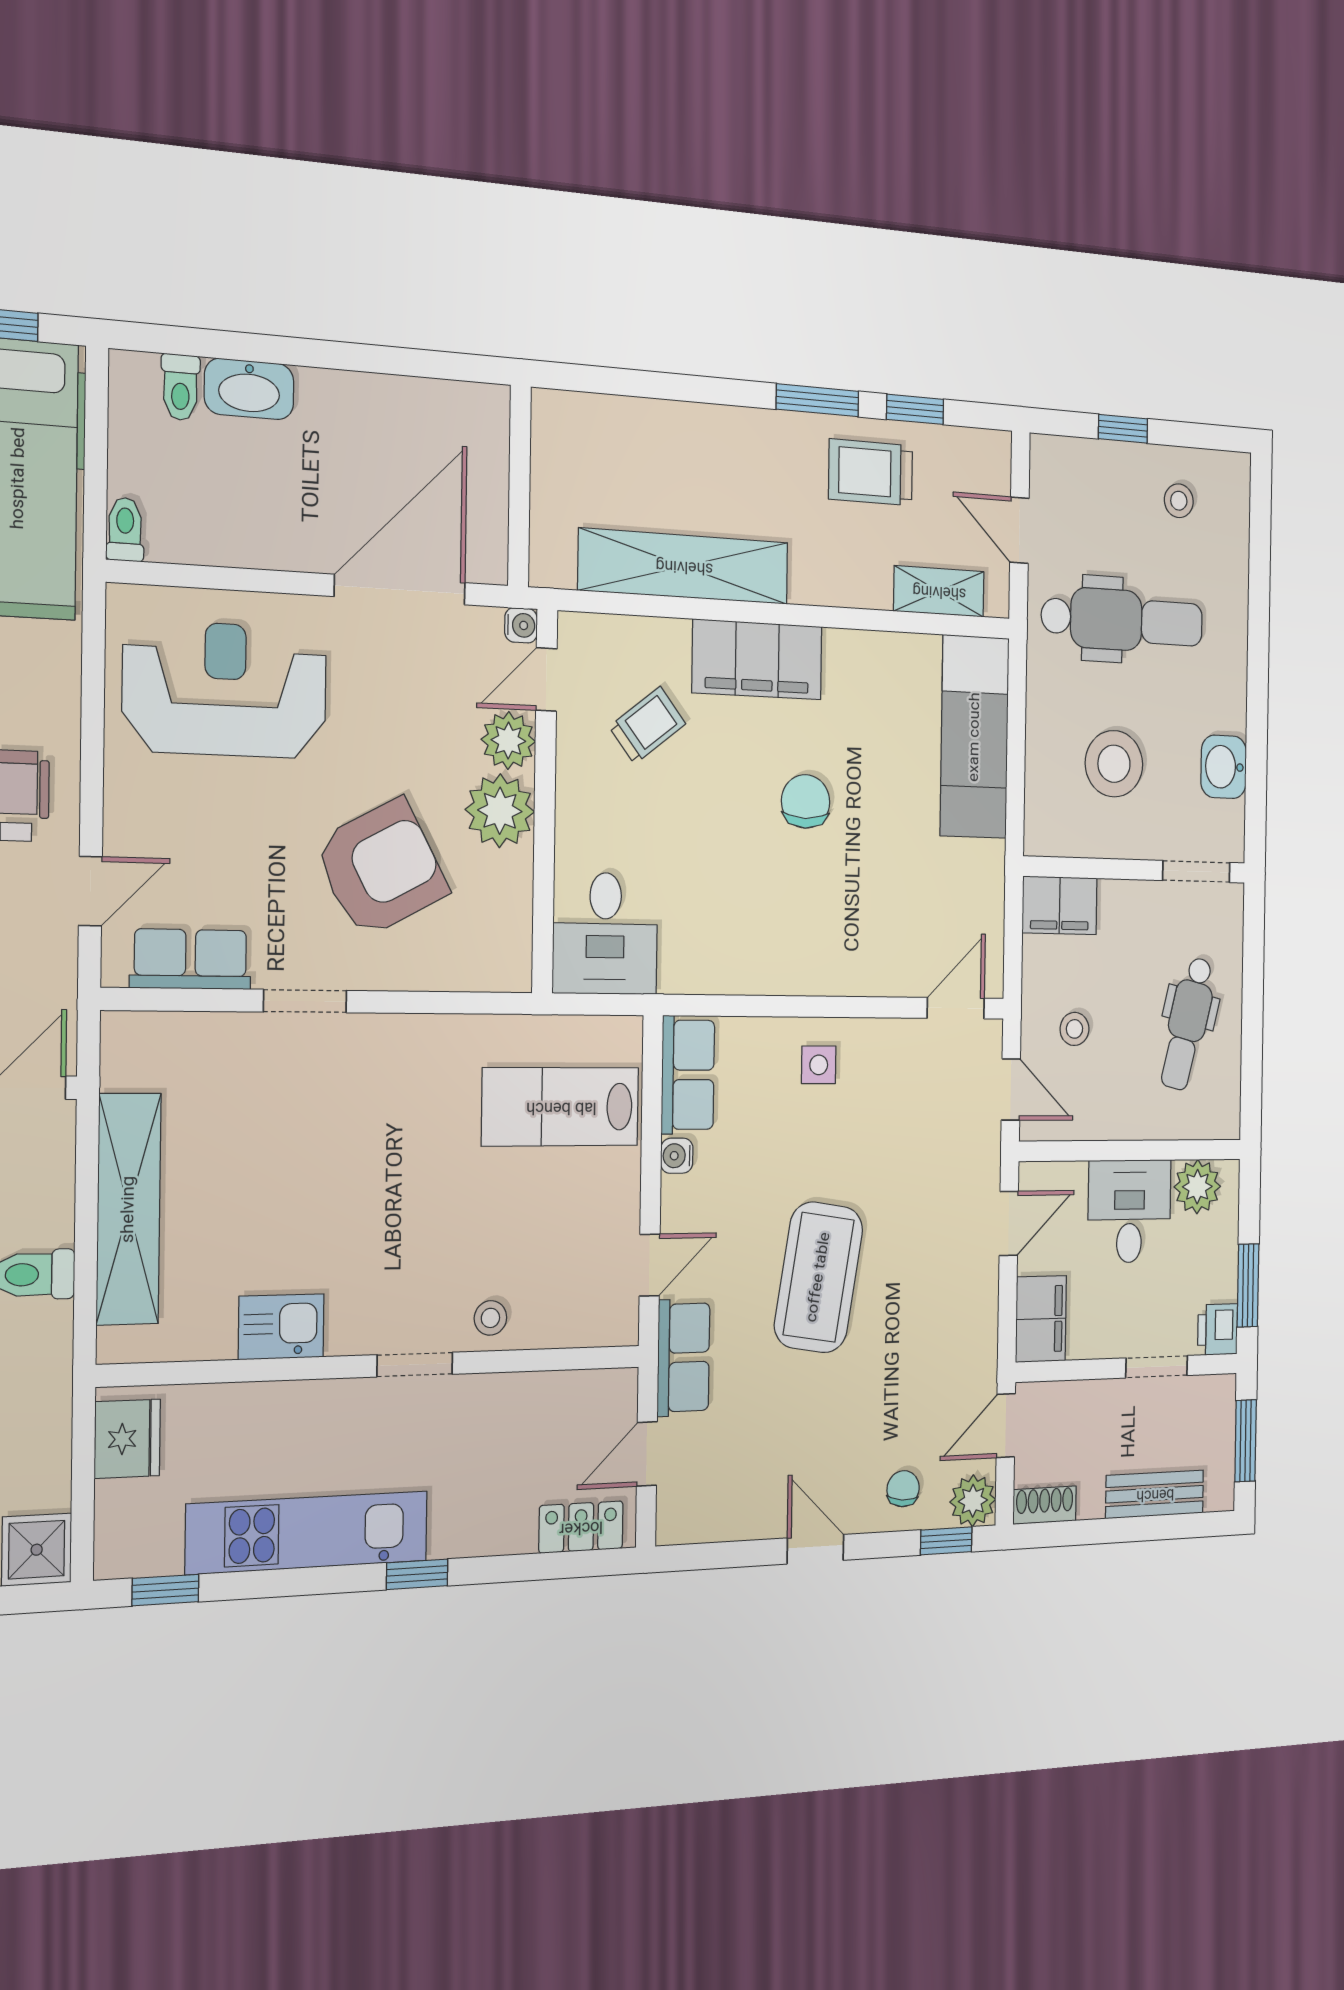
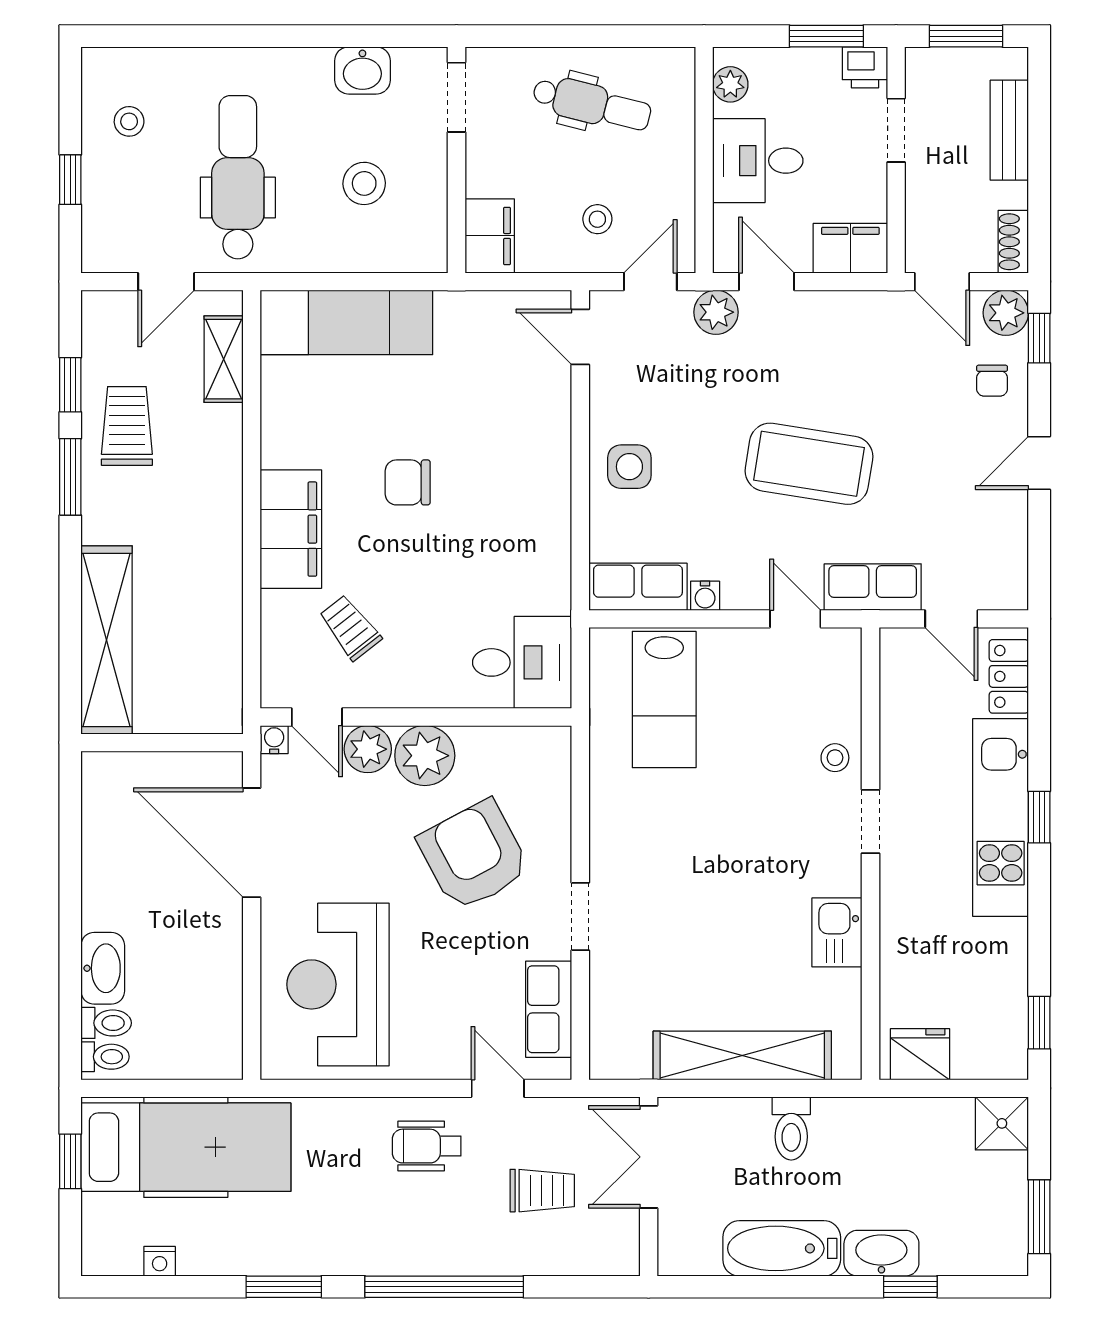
trolley: (871, 472) -> (127, 426), turned 180
toilet: (125, 529) -> (105, 1057), moved, turned 180
shelving: (684, 566) -> (107, 640), moved
stool: (1114, 764) -> (364, 183), width x0.73, depth x0.73
side table: (819, 1065) -> (629, 467), width x1.37, depth x1.37
plant: (978, 1166) -> (716, 312), added
plant: (1197, 1187) -> (730, 84), width x0.73, depth x0.73
chair: (903, 1489) -> (992, 381), turned -95
kitchen unit: (308, 1533) -> (1001, 818), moved

